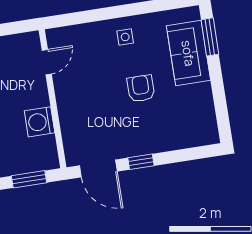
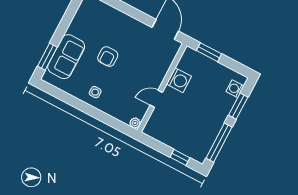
plant: (53, 36) -> (135, 123), added
door: (47, 62) -> (156, 99), moved
window: (141, 162) -> (139, 15), removed

